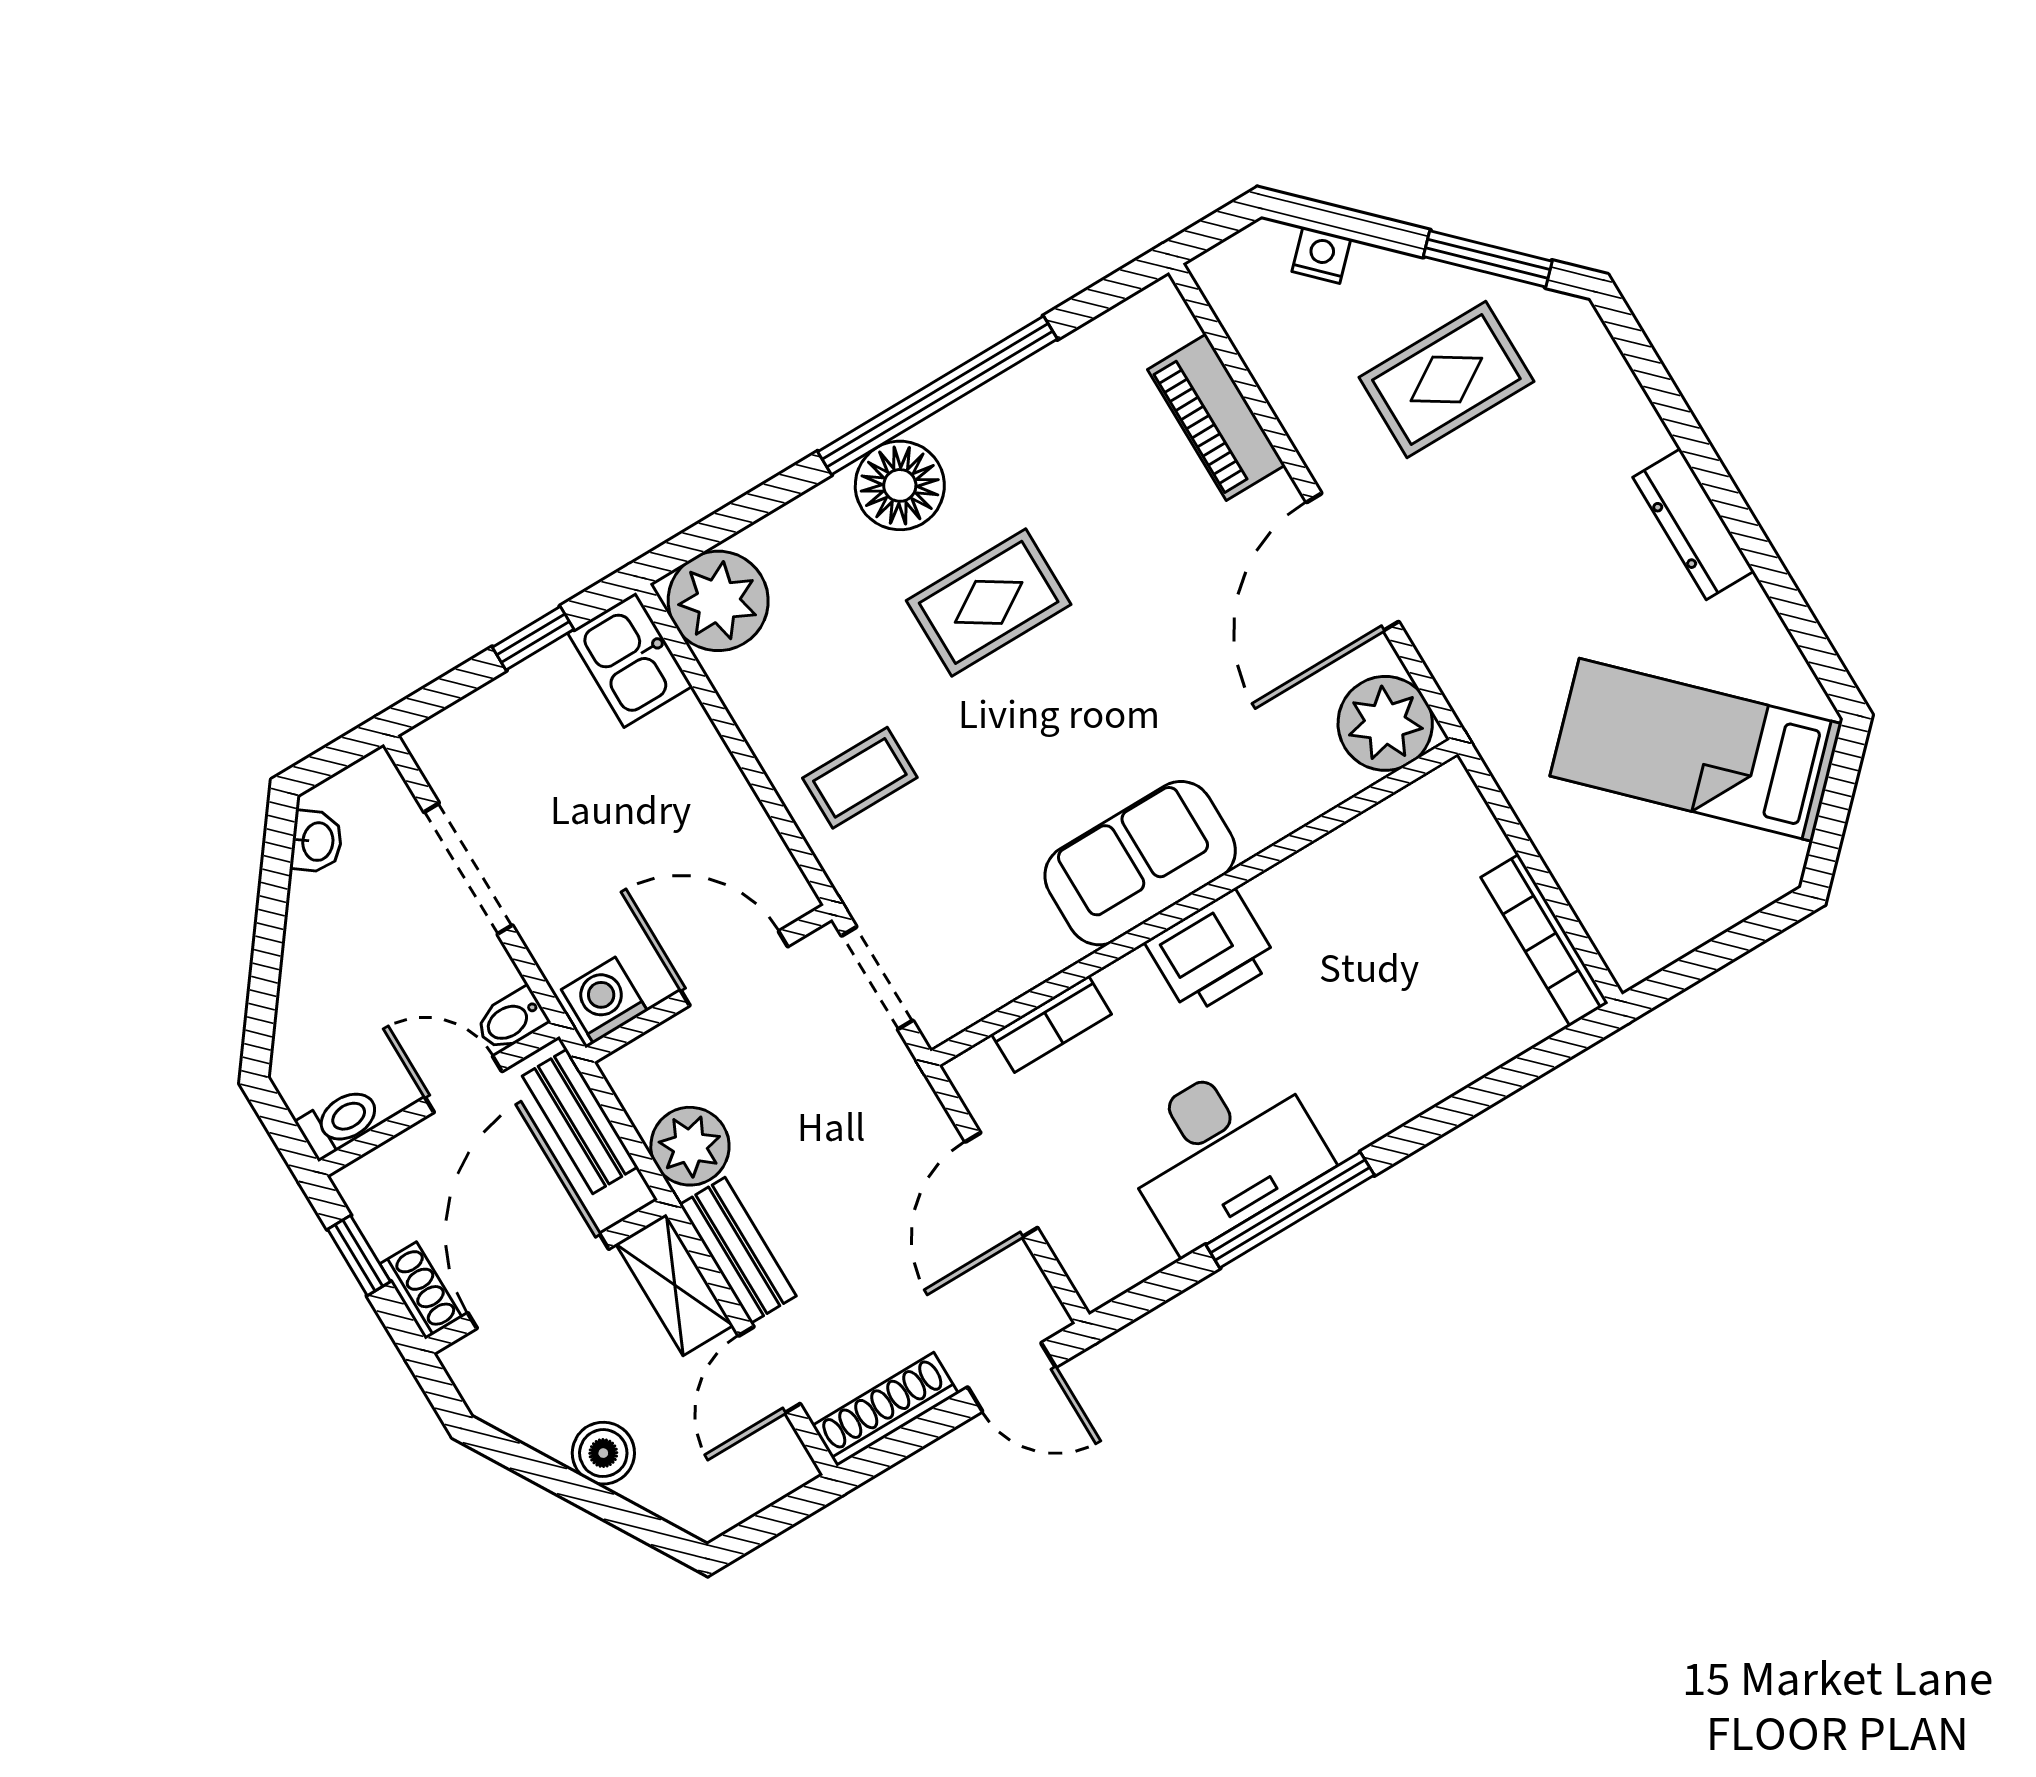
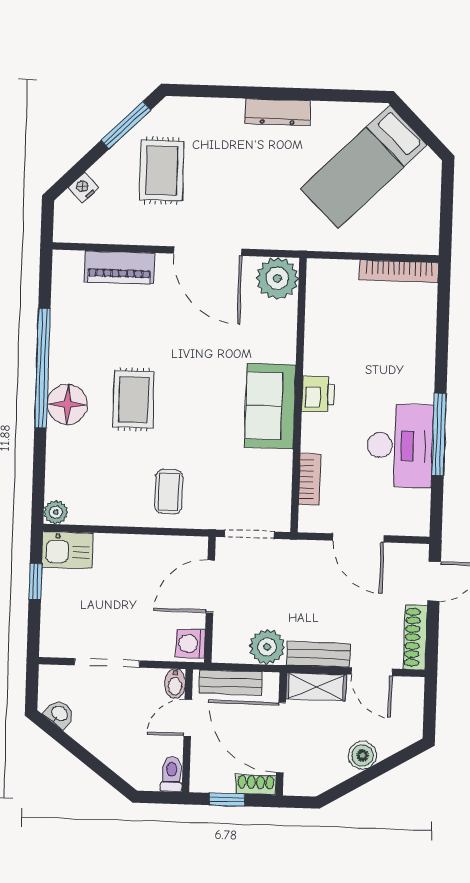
plant: (718, 601) -> (56, 512), width x0.53, depth x0.53
printer: (1212, 952) -> (318, 394), width x0.73, depth x0.81

